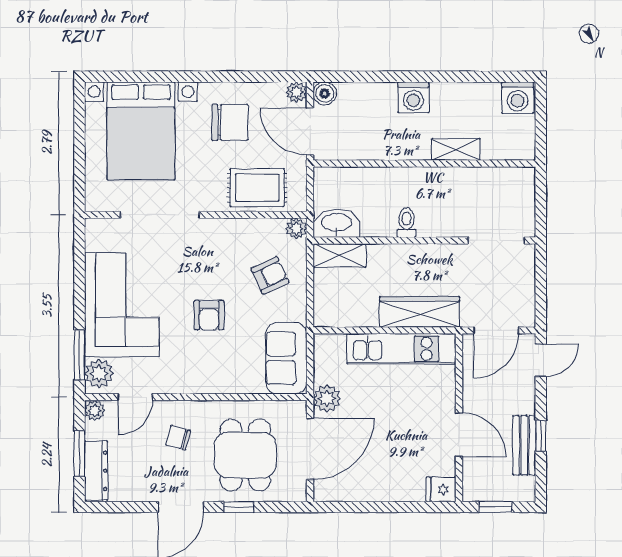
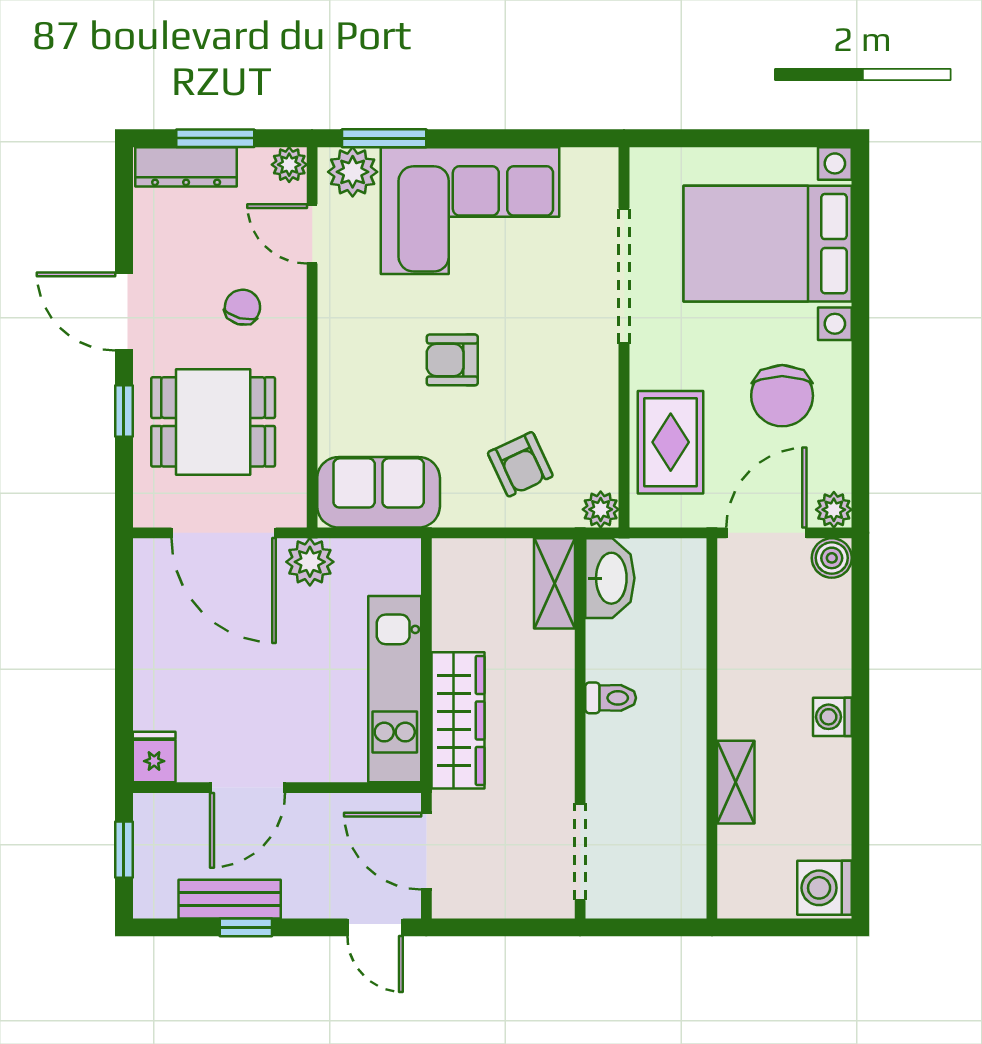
washing machine: (413, 97) -> (832, 717), width x0.73, depth x0.73

